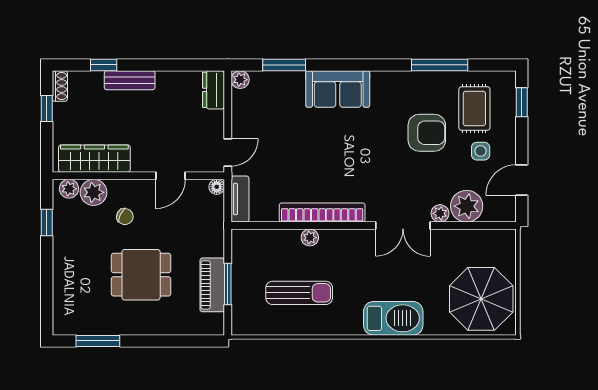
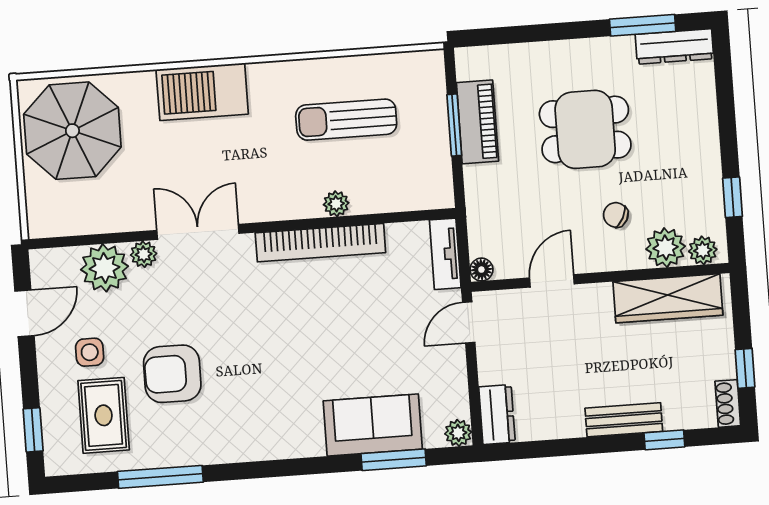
sofa: (338, 89) -> (373, 425), moved
dresser: (78, 325) -> (674, 46), added

